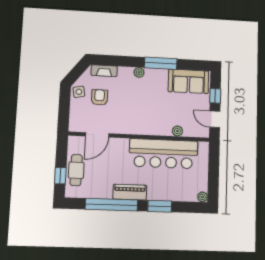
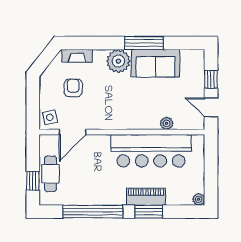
plant: (139, 72) -> (118, 61), width x1.87, depth x1.87
sofa: (188, 81) -> (155, 63), moved
side table: (79, 92) -> (50, 117), moved
piano: (130, 192) -> (146, 197), moved

